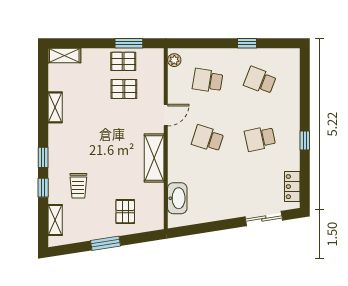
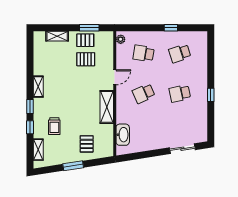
shelving: (64, 56) -> (57, 36), moved
school desk: (260, 80) -> (180, 53), turned -39
shelving: (55, 107) -> (38, 87), moved
school desk: (208, 139) -> (144, 93), turned -42
locker: (292, 187) -> (202, 127), removed

